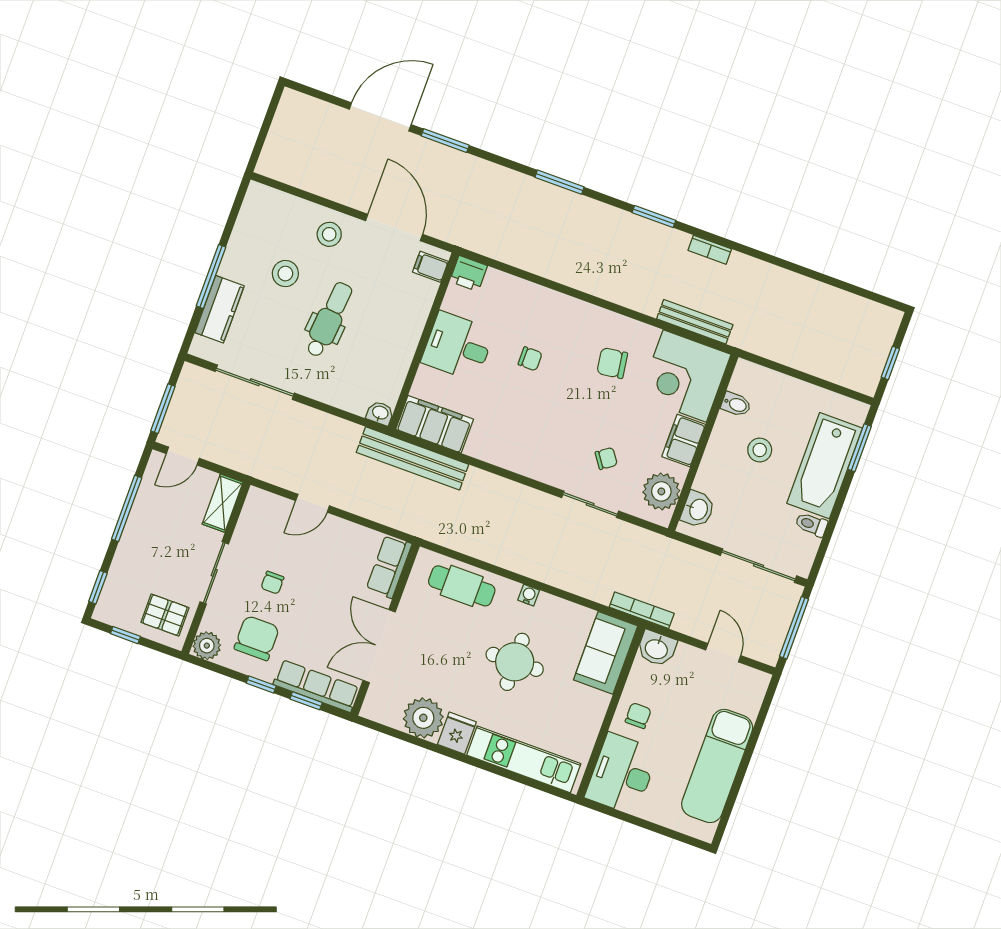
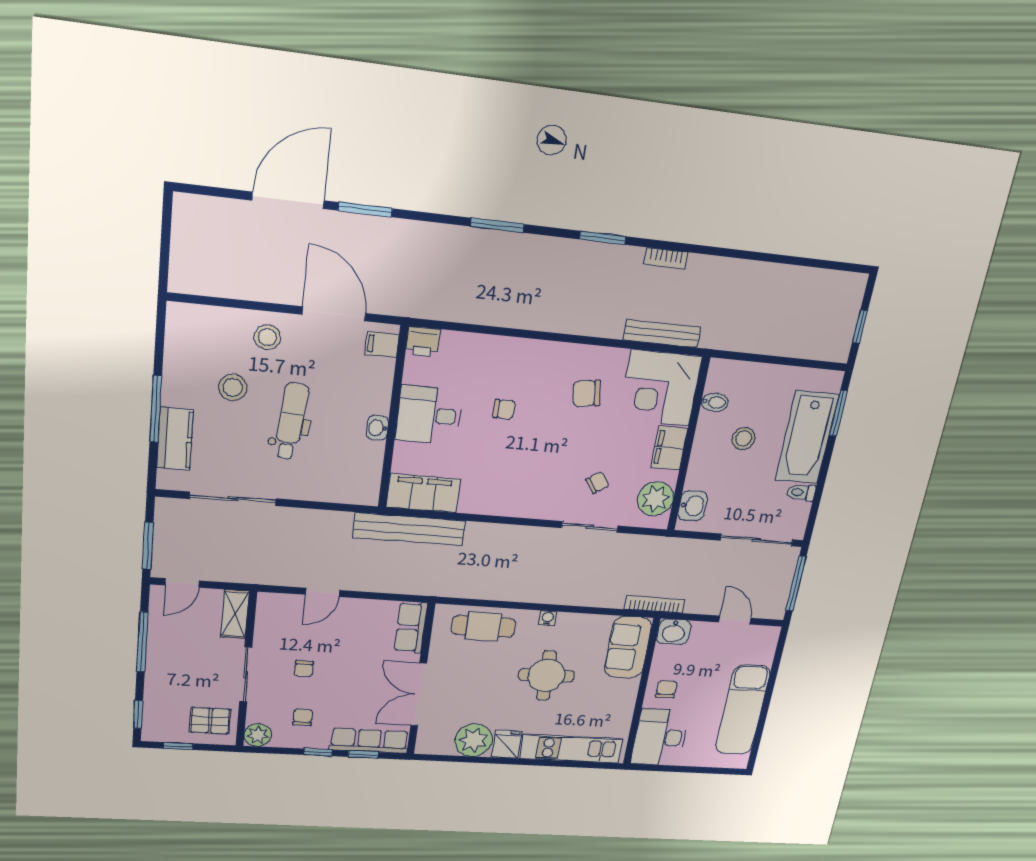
washbasin: (380, 413) -> (377, 428), moved, turned -90
chair: (257, 638) -> (303, 717), width x0.54, depth x0.54

